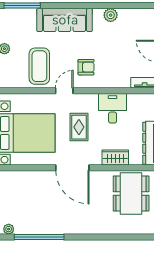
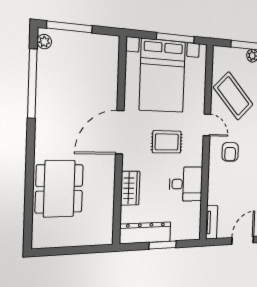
coffee table: (39, 66) -> (233, 96), turned 46
dining table: (131, 193) -> (59, 189), moved, turned 90

